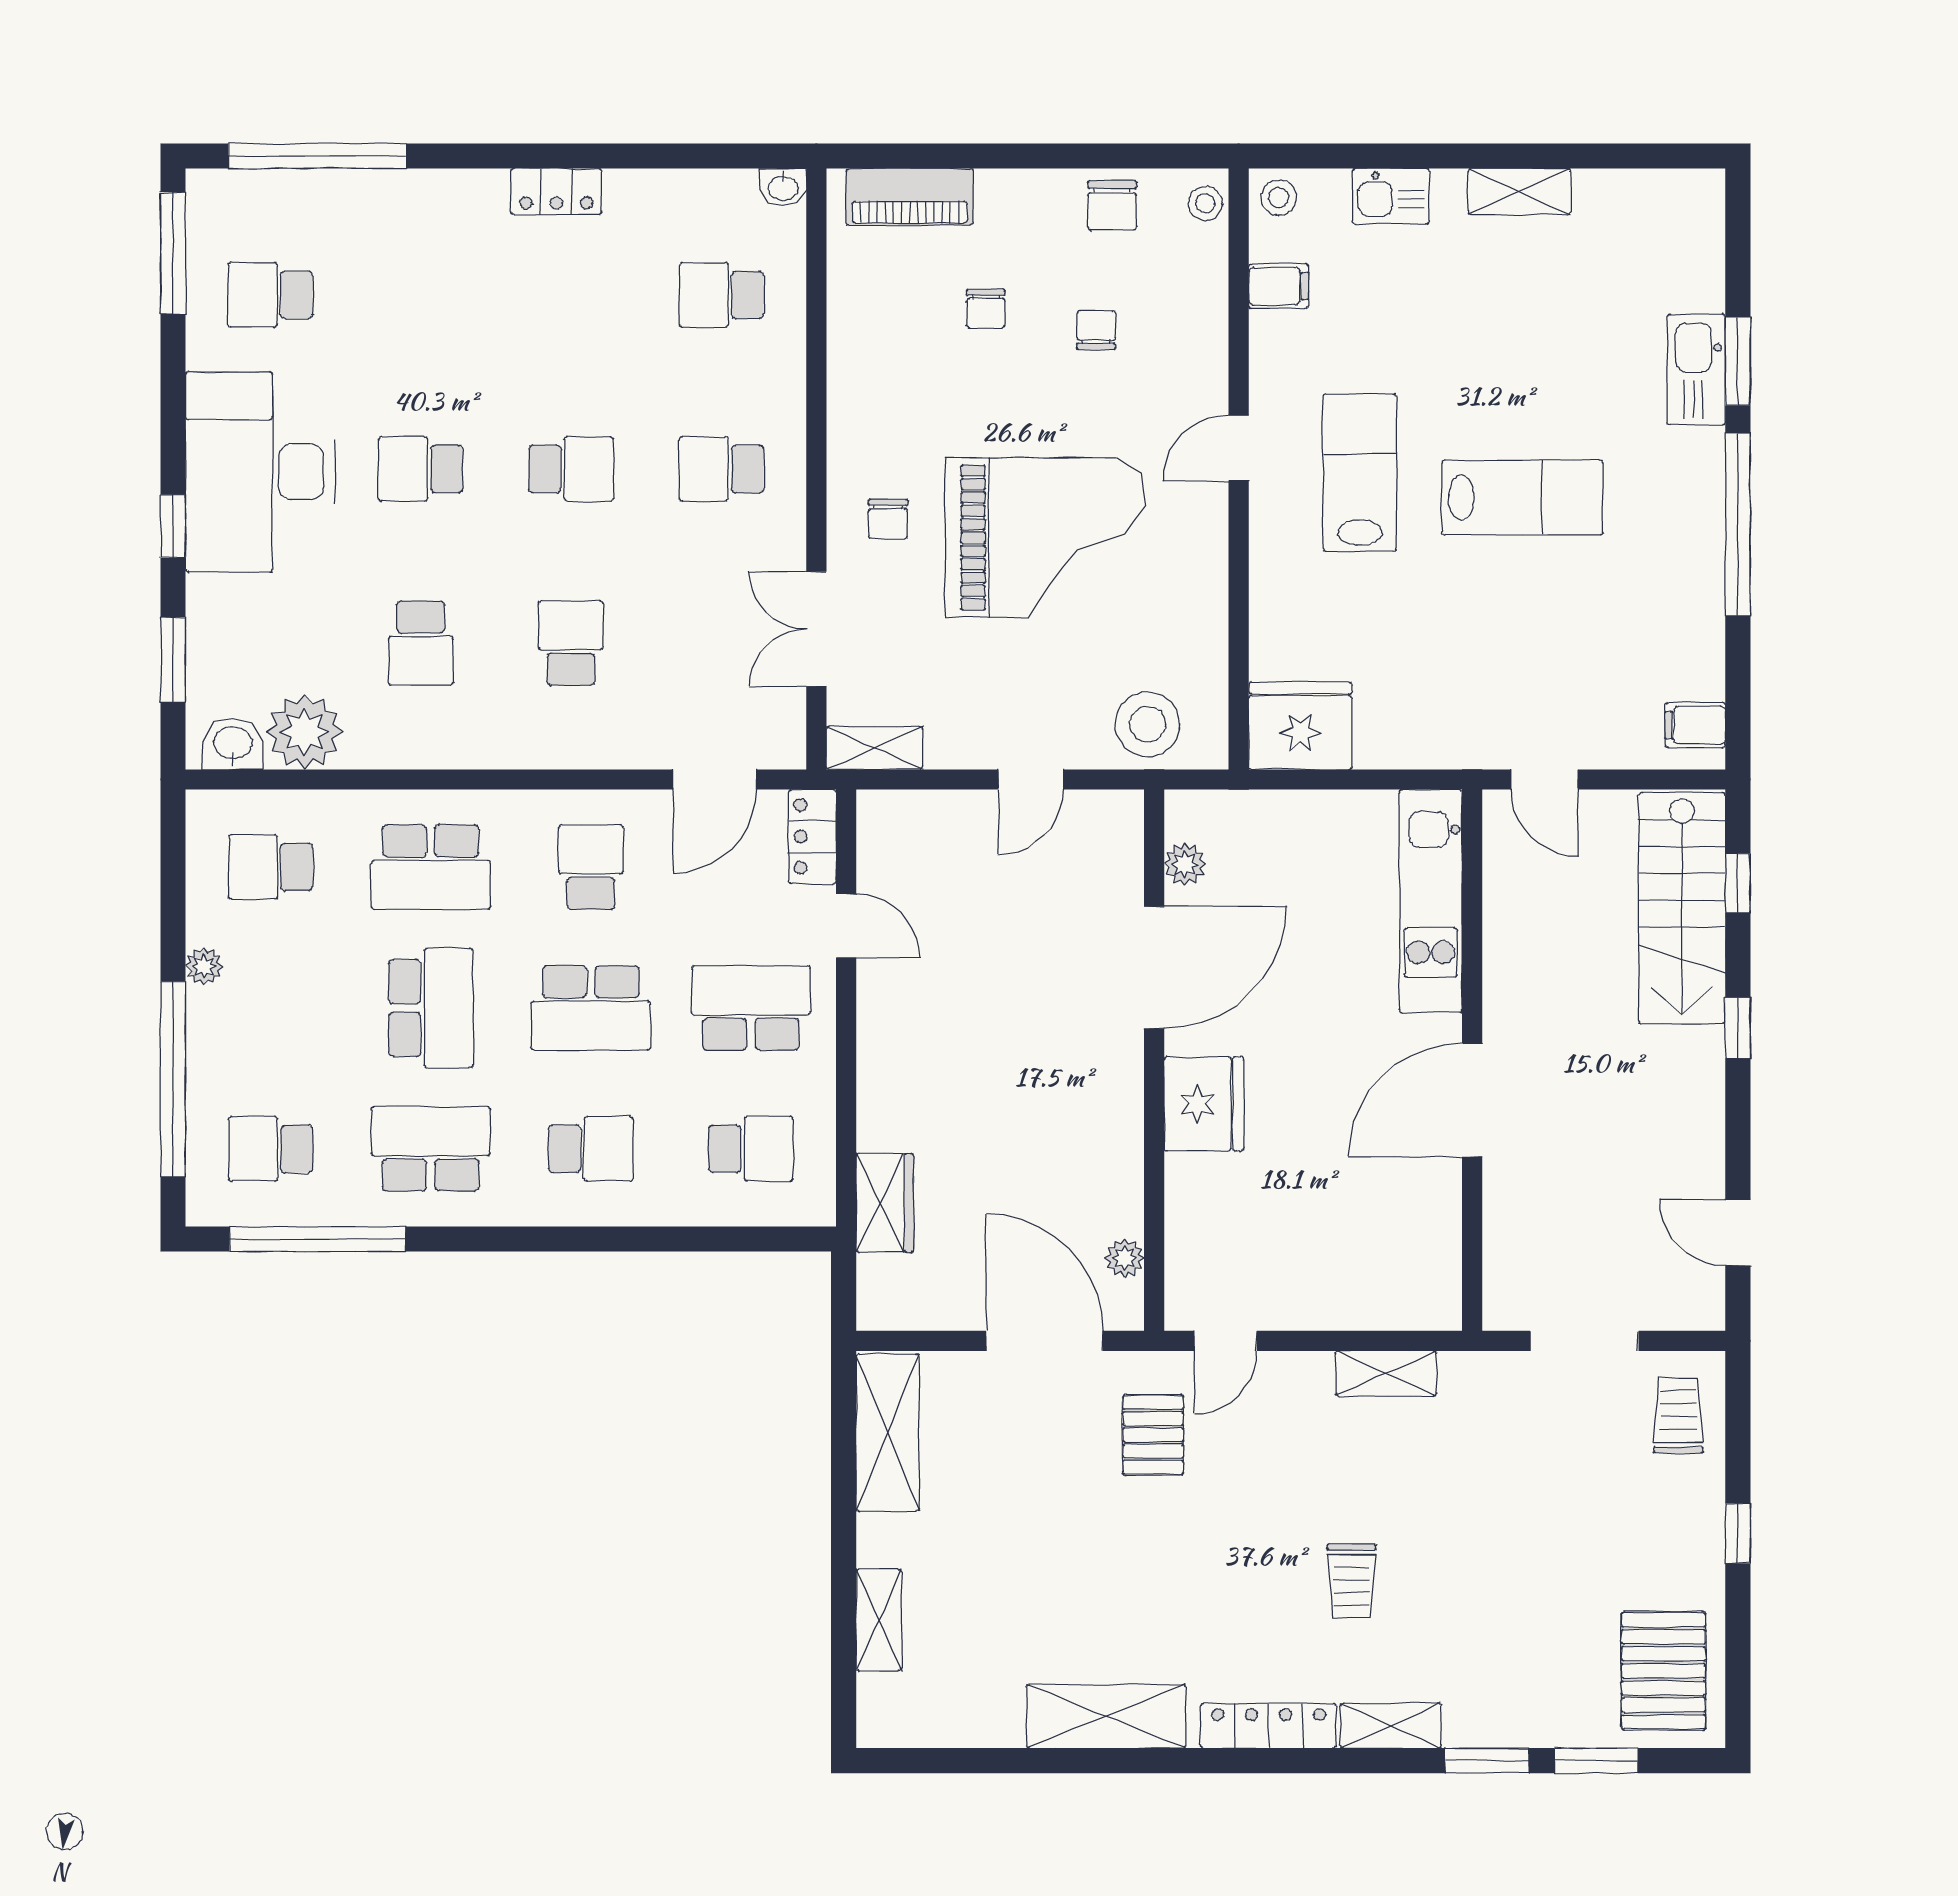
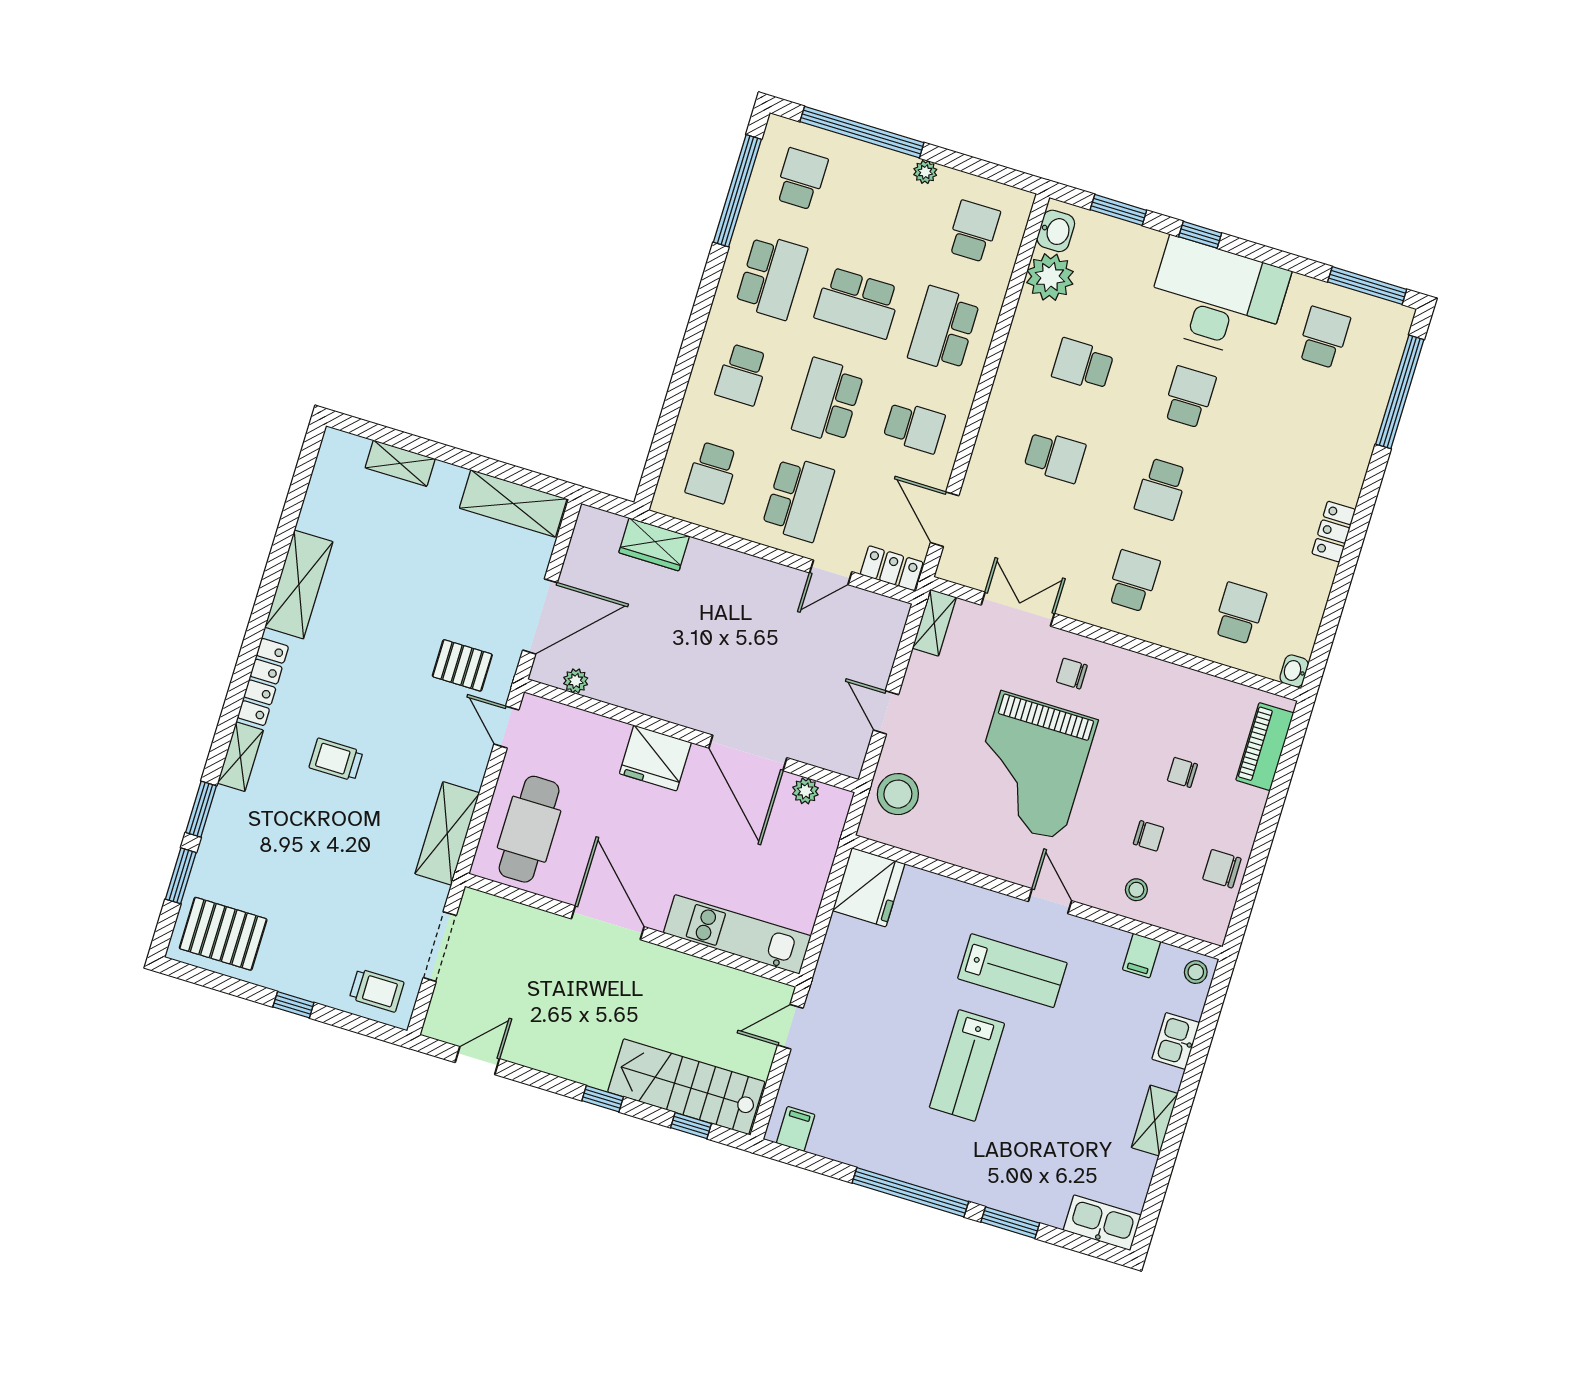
stool: (1205, 203) -> (1136, 890), moved
kitchen sink: (1696, 370) -> (1102, 1223), moved
cafe table: (1368, 1261) -> (529, 829), added
shelving: (1386, 1373) -> (447, 833), width x1.50, depth x1.33

